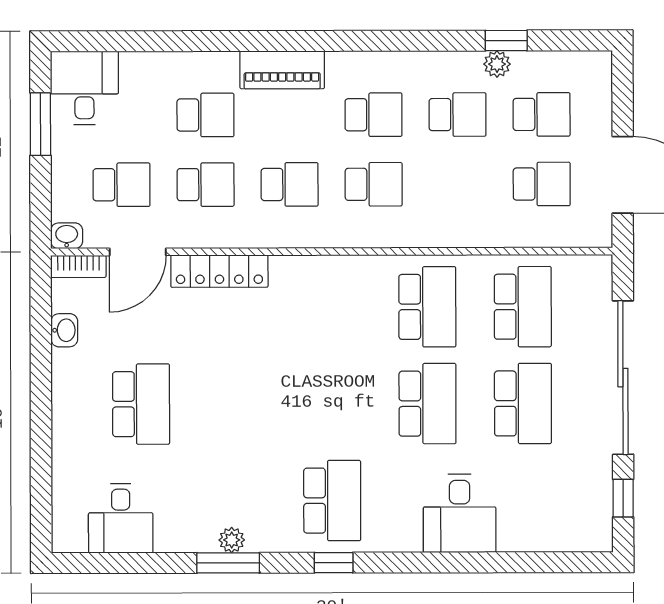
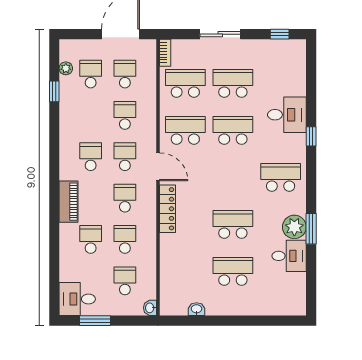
plant: (497, 64) -> (66, 68), moved
school desk: (458, 115) -> (125, 115), moved
door: (138, 252) -> (158, 167), moved
bookcase: (78, 266) -> (165, 53), moved
locker: (219, 271) -> (168, 209), moved
sliding door: (623, 378) -> (220, 34), width x0.54
school desk: (237, 404) -> (233, 224), added
desk: (121, 518) -> (289, 256), moved
plant: (232, 540) -> (294, 227), width x1.87, depth x1.87
window: (334, 563) -> (311, 136), moved

